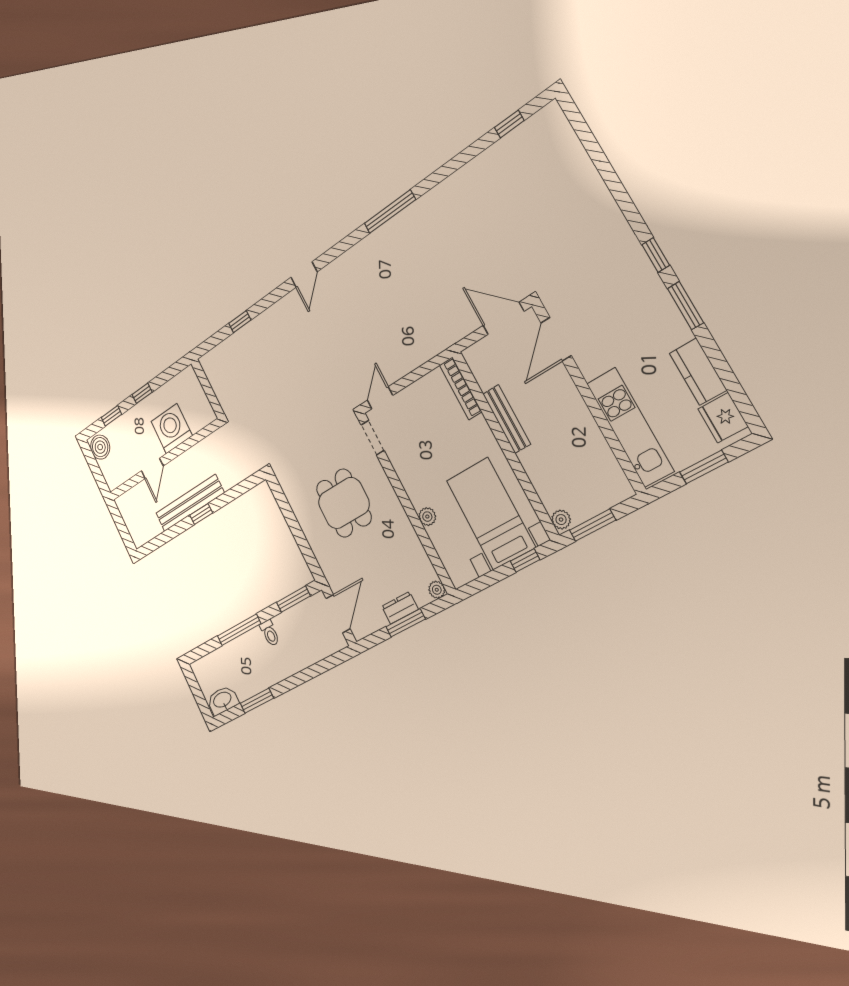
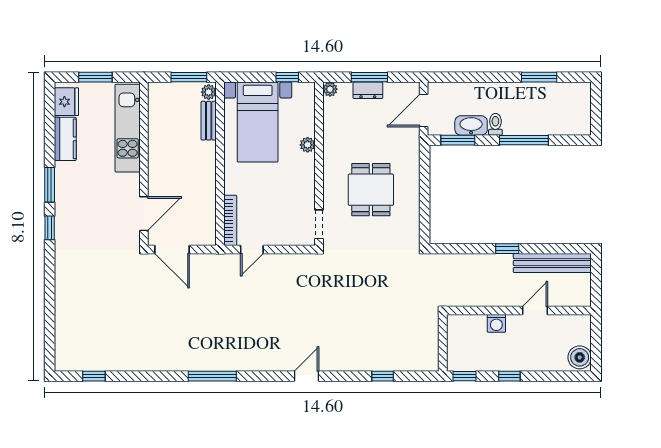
door: (380, 398) -> (252, 250), moved
window: (111, 416) -> (464, 376), moved
bench: (507, 419) -> (209, 121), moved, width x0.73
washing machine: (172, 429) -> (496, 323), width x0.53, depth x0.53
bench: (190, 503) -> (552, 263), moved
window: (525, 560) -> (287, 77), moved
washbasin: (222, 700) -> (471, 125), moved, turned 180

